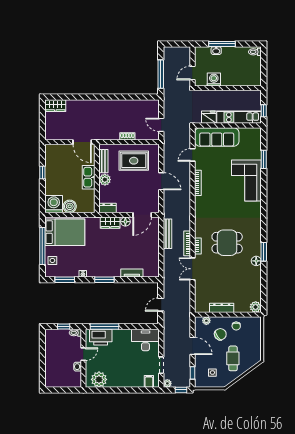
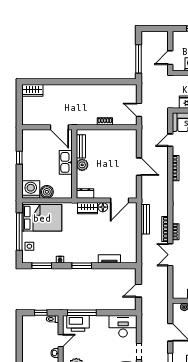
rug: (134, 161) -> (111, 146), removed

